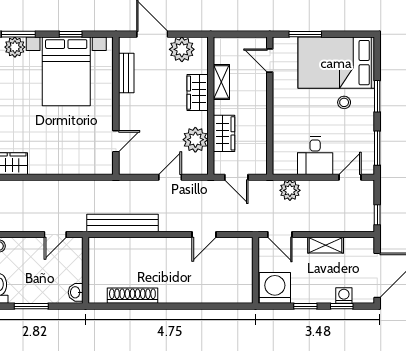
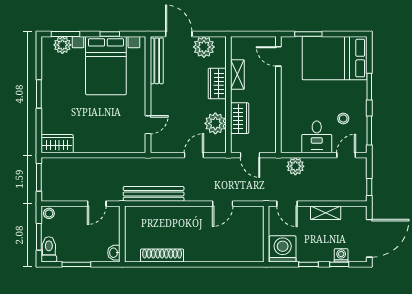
bench: (126, 73) -> (157, 61), width x1.36
stool: (344, 102) -> (343, 118), moved

